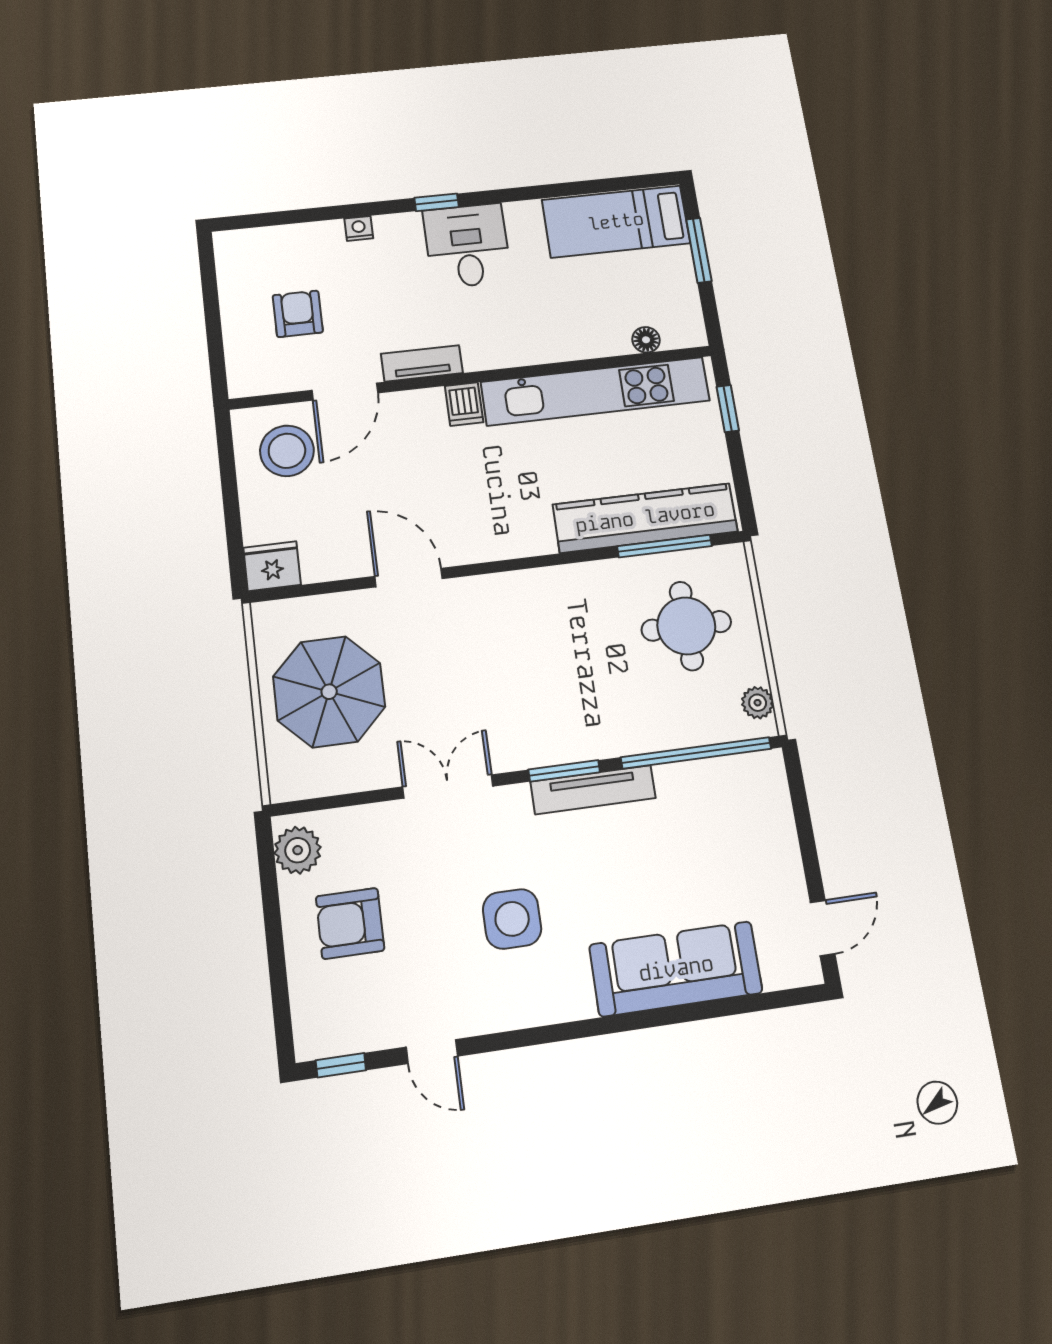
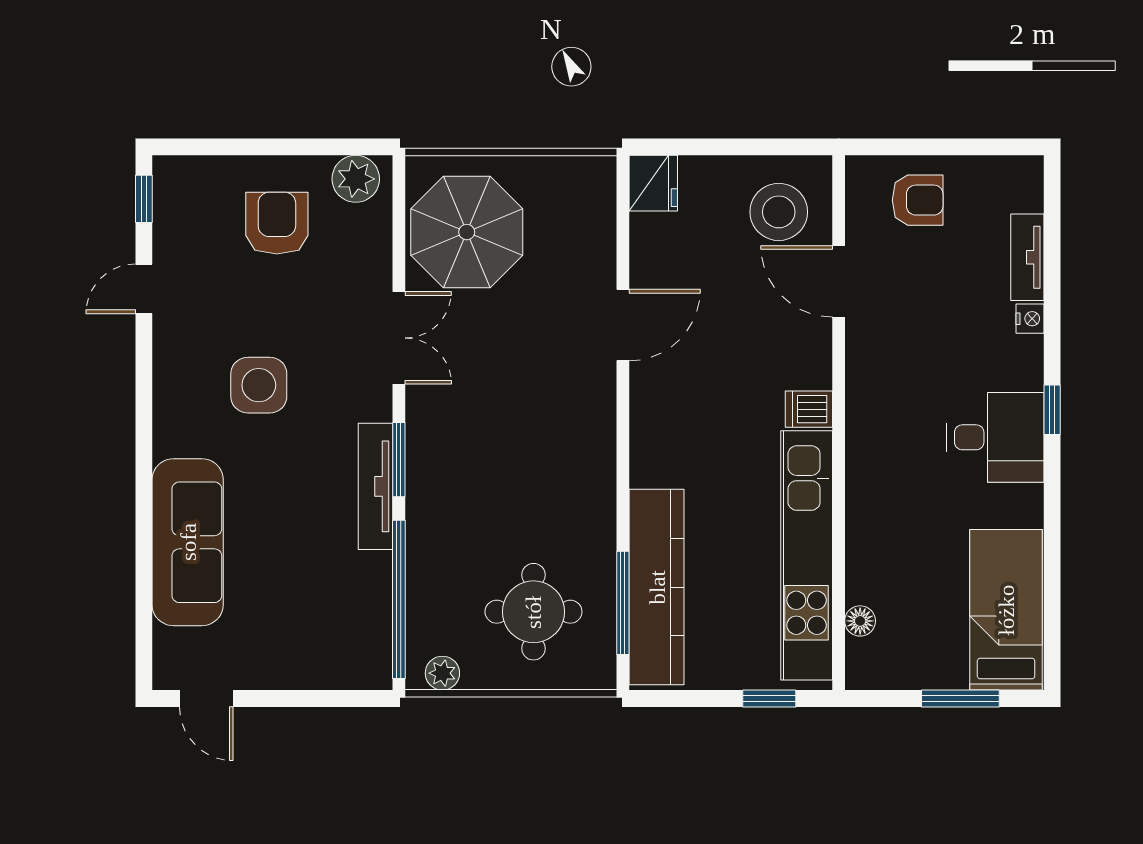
armchair: (298, 314) -> (918, 200), moved
tv unit: (422, 363) -> (1027, 257), moved, turned 180
parasol: (329, 692) -> (467, 232), moved

